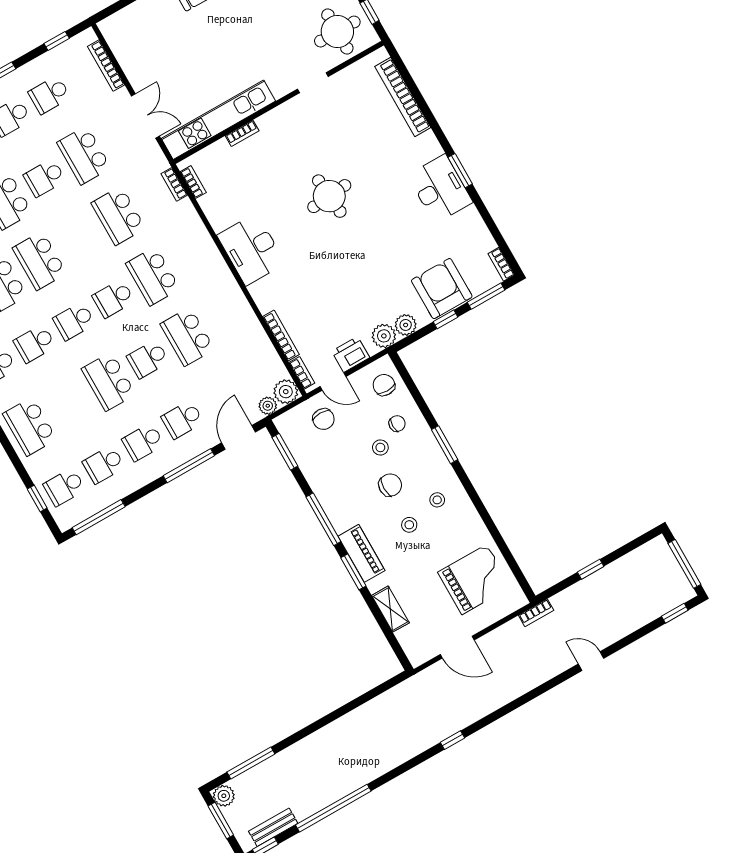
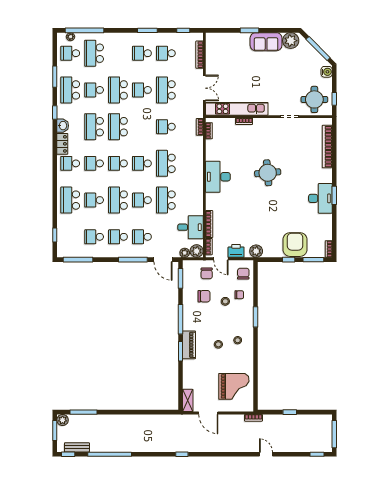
school desk: (118, 216) -> (166, 127), width x0.54
plant: (406, 325) -> (269, 252), removed
desk: (253, 358) -> (190, 227), added
door: (239, 437) -> (163, 260), swing flipped
chair: (390, 485) -> (204, 296), moved
school desk: (64, 487) -> (94, 200), moved
shelving: (390, 609) -> (188, 400), moved

